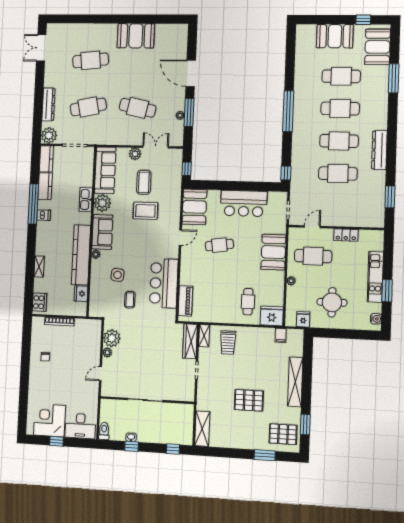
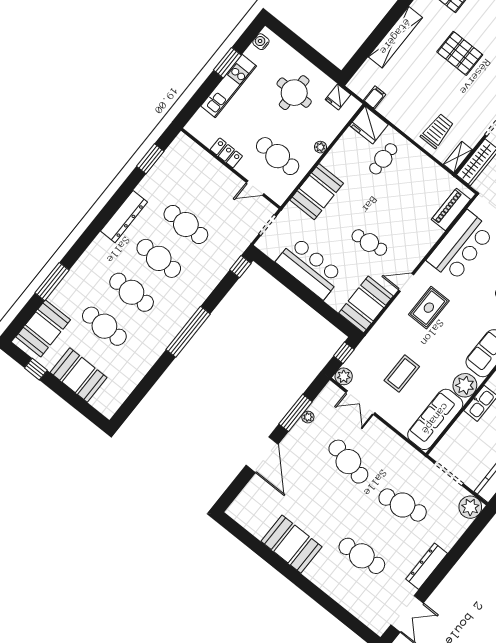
dresser: (48, 104) -> (427, 566), moved
plant: (135, 154) -> (344, 376), moved
rug: (145, 211) -> (429, 308), moved, turned 90

